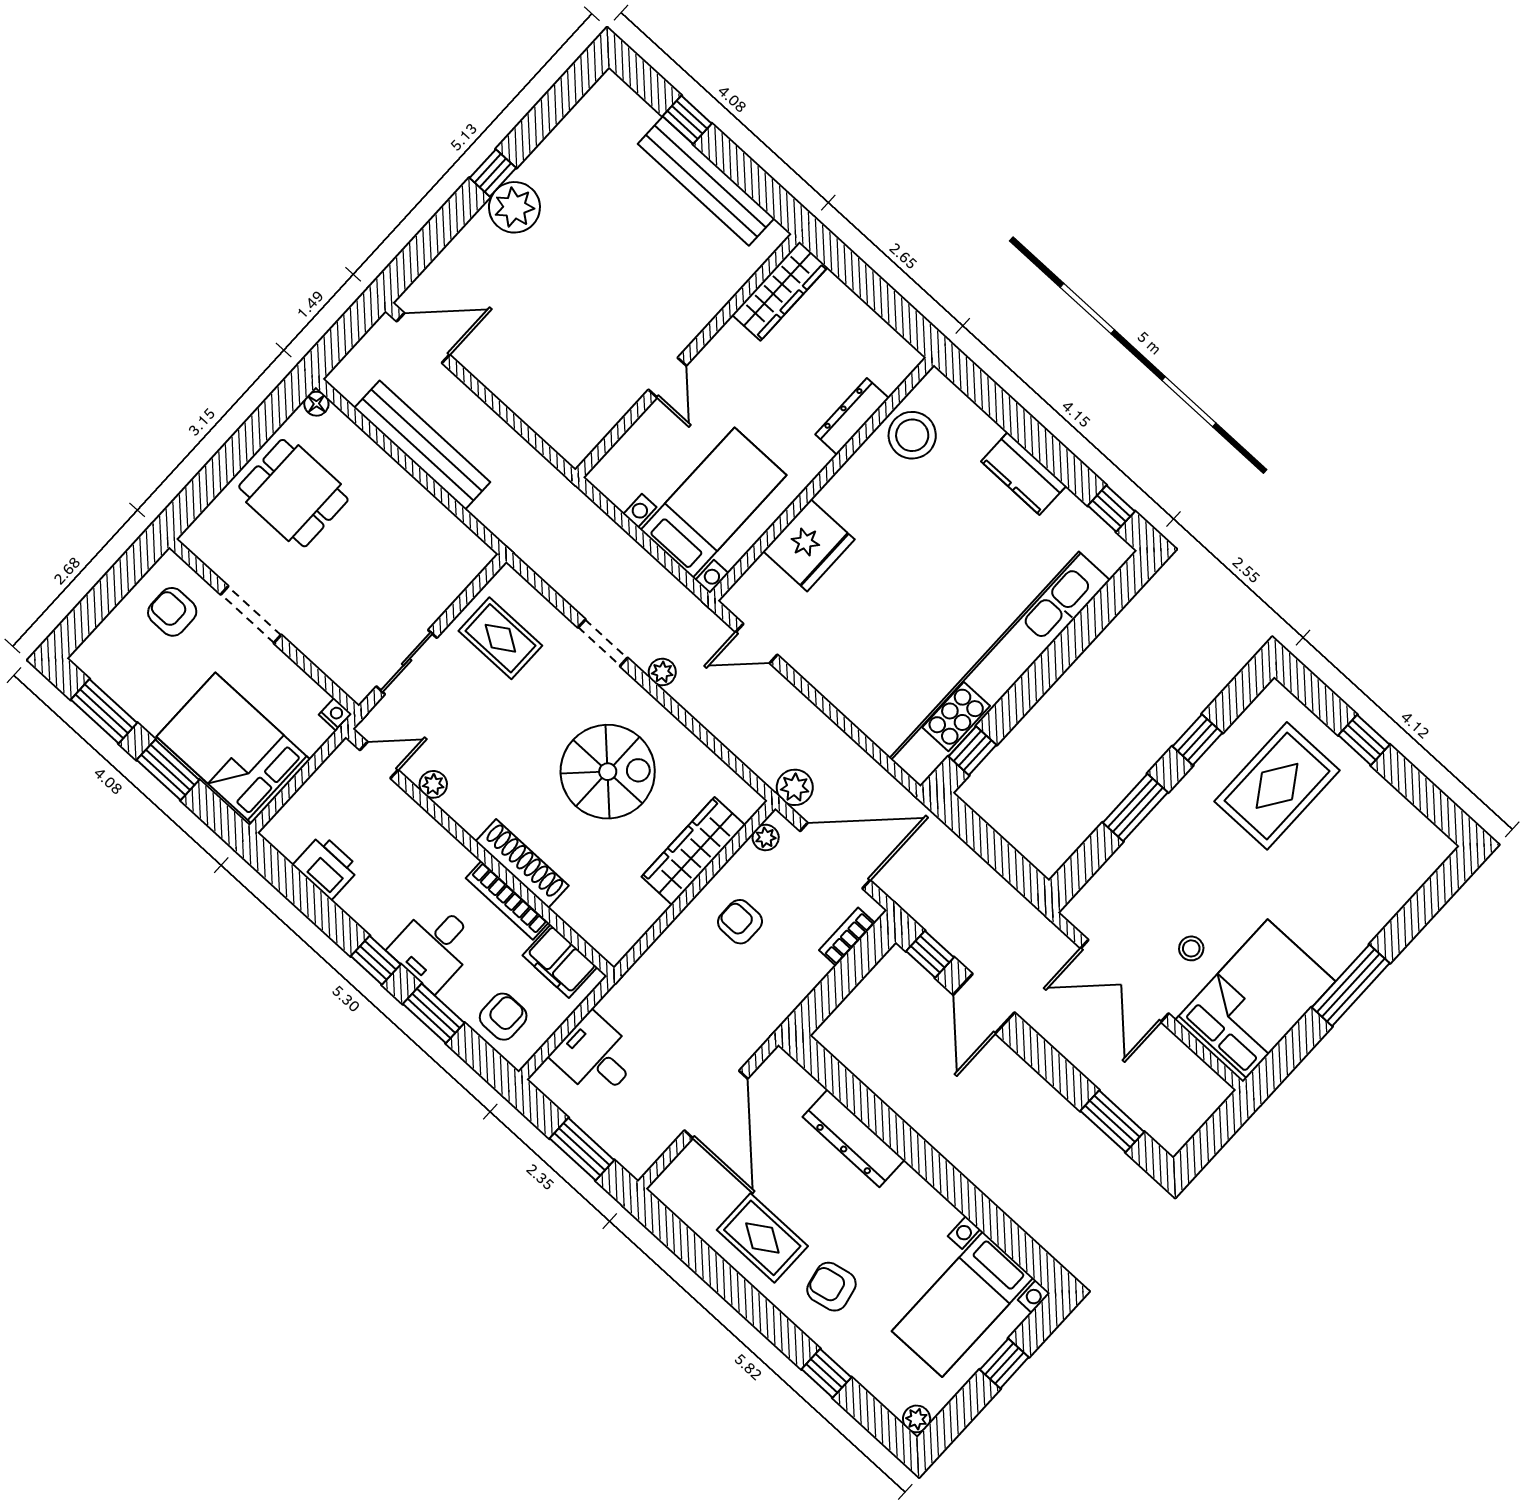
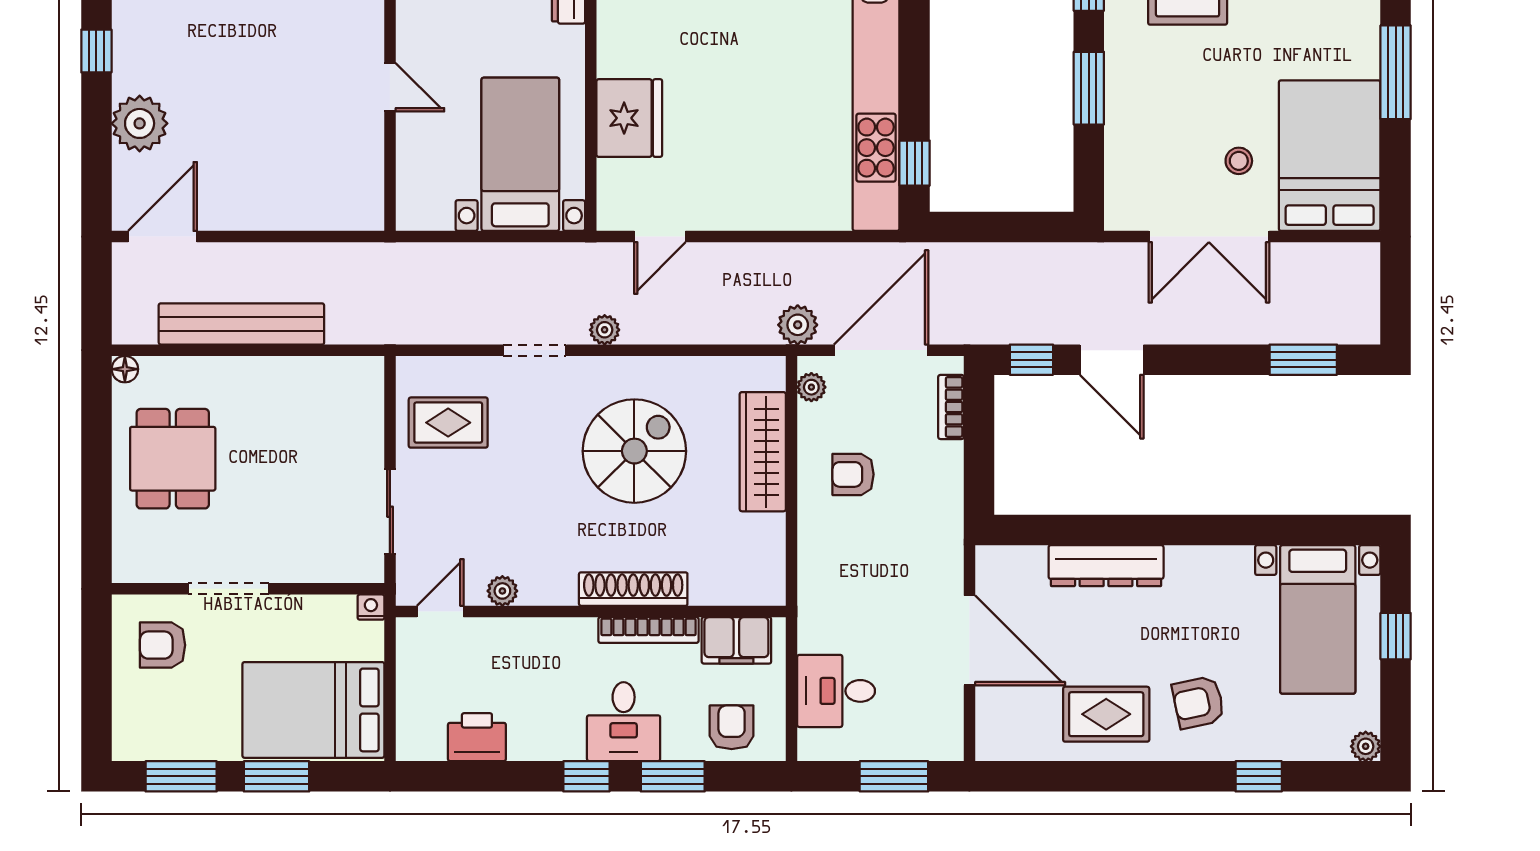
plant: (514, 207) -> (140, 123), moved
dining table: (293, 493) -> (173, 459), turned 90

